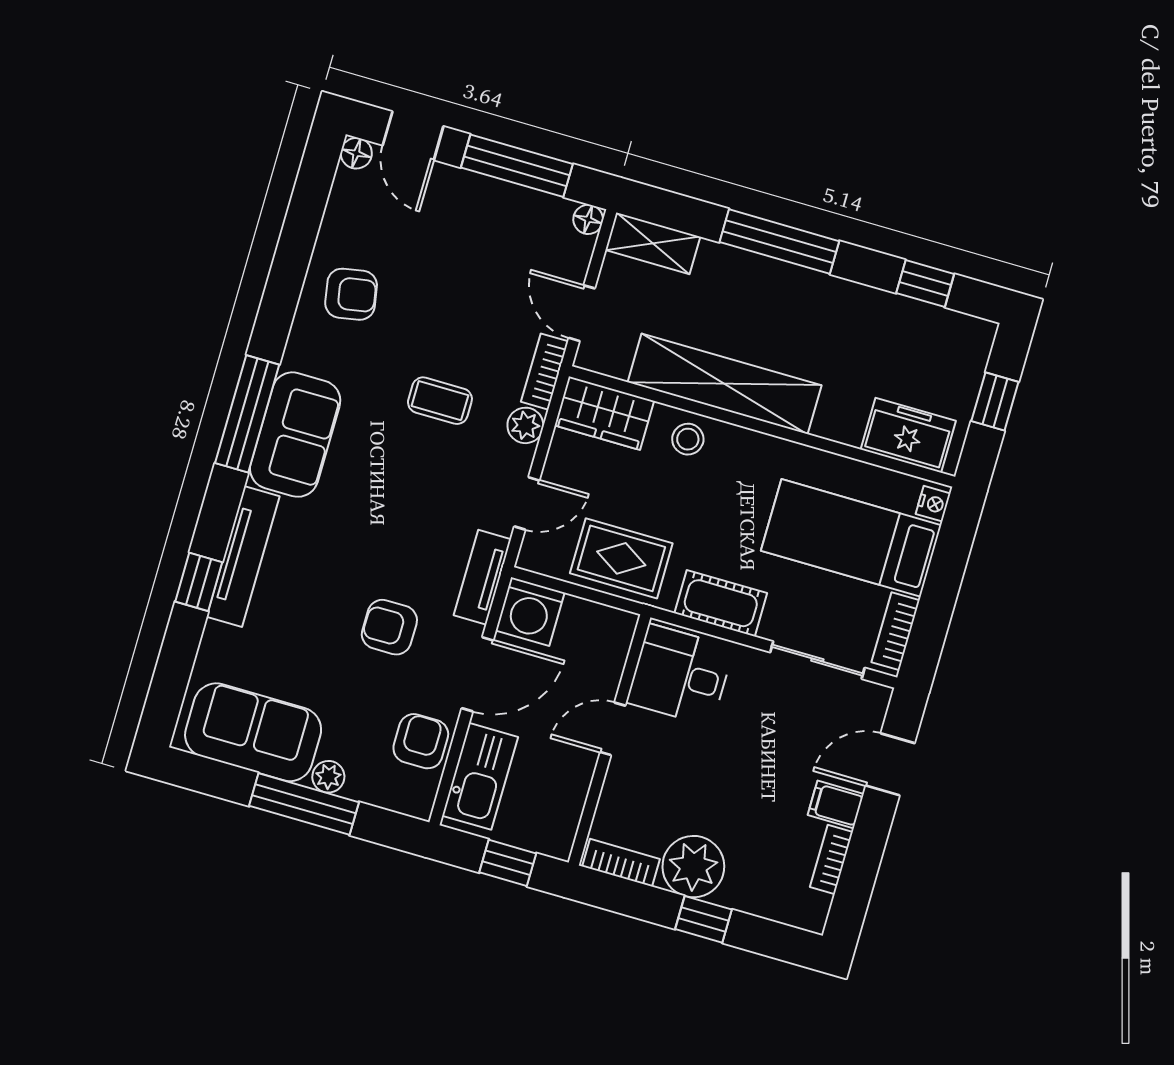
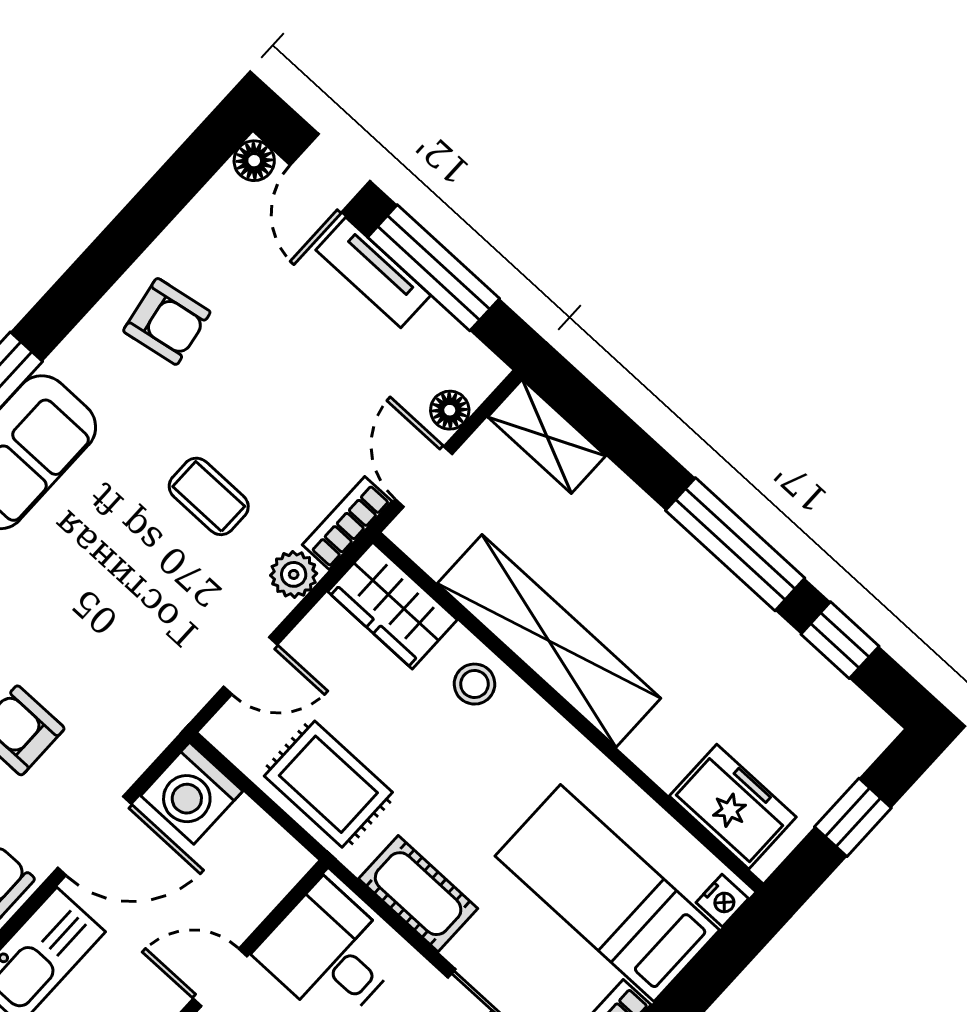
floor lamp: (588, 219) -> (450, 410), moved
window: (779, 242) -> (735, 544), moved
tv unit: (482, 577) -> (373, 273), moved, turned -90

